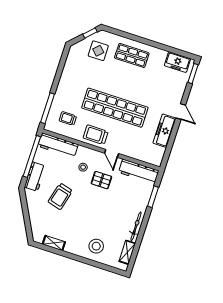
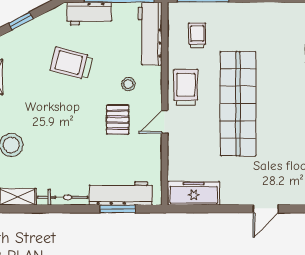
freezer: (164, 131) -> (194, 193), moved
workbench: (139, 172) -> (121, 193), moved, turned 90
window: (26, 217) -> (21, 21), added

